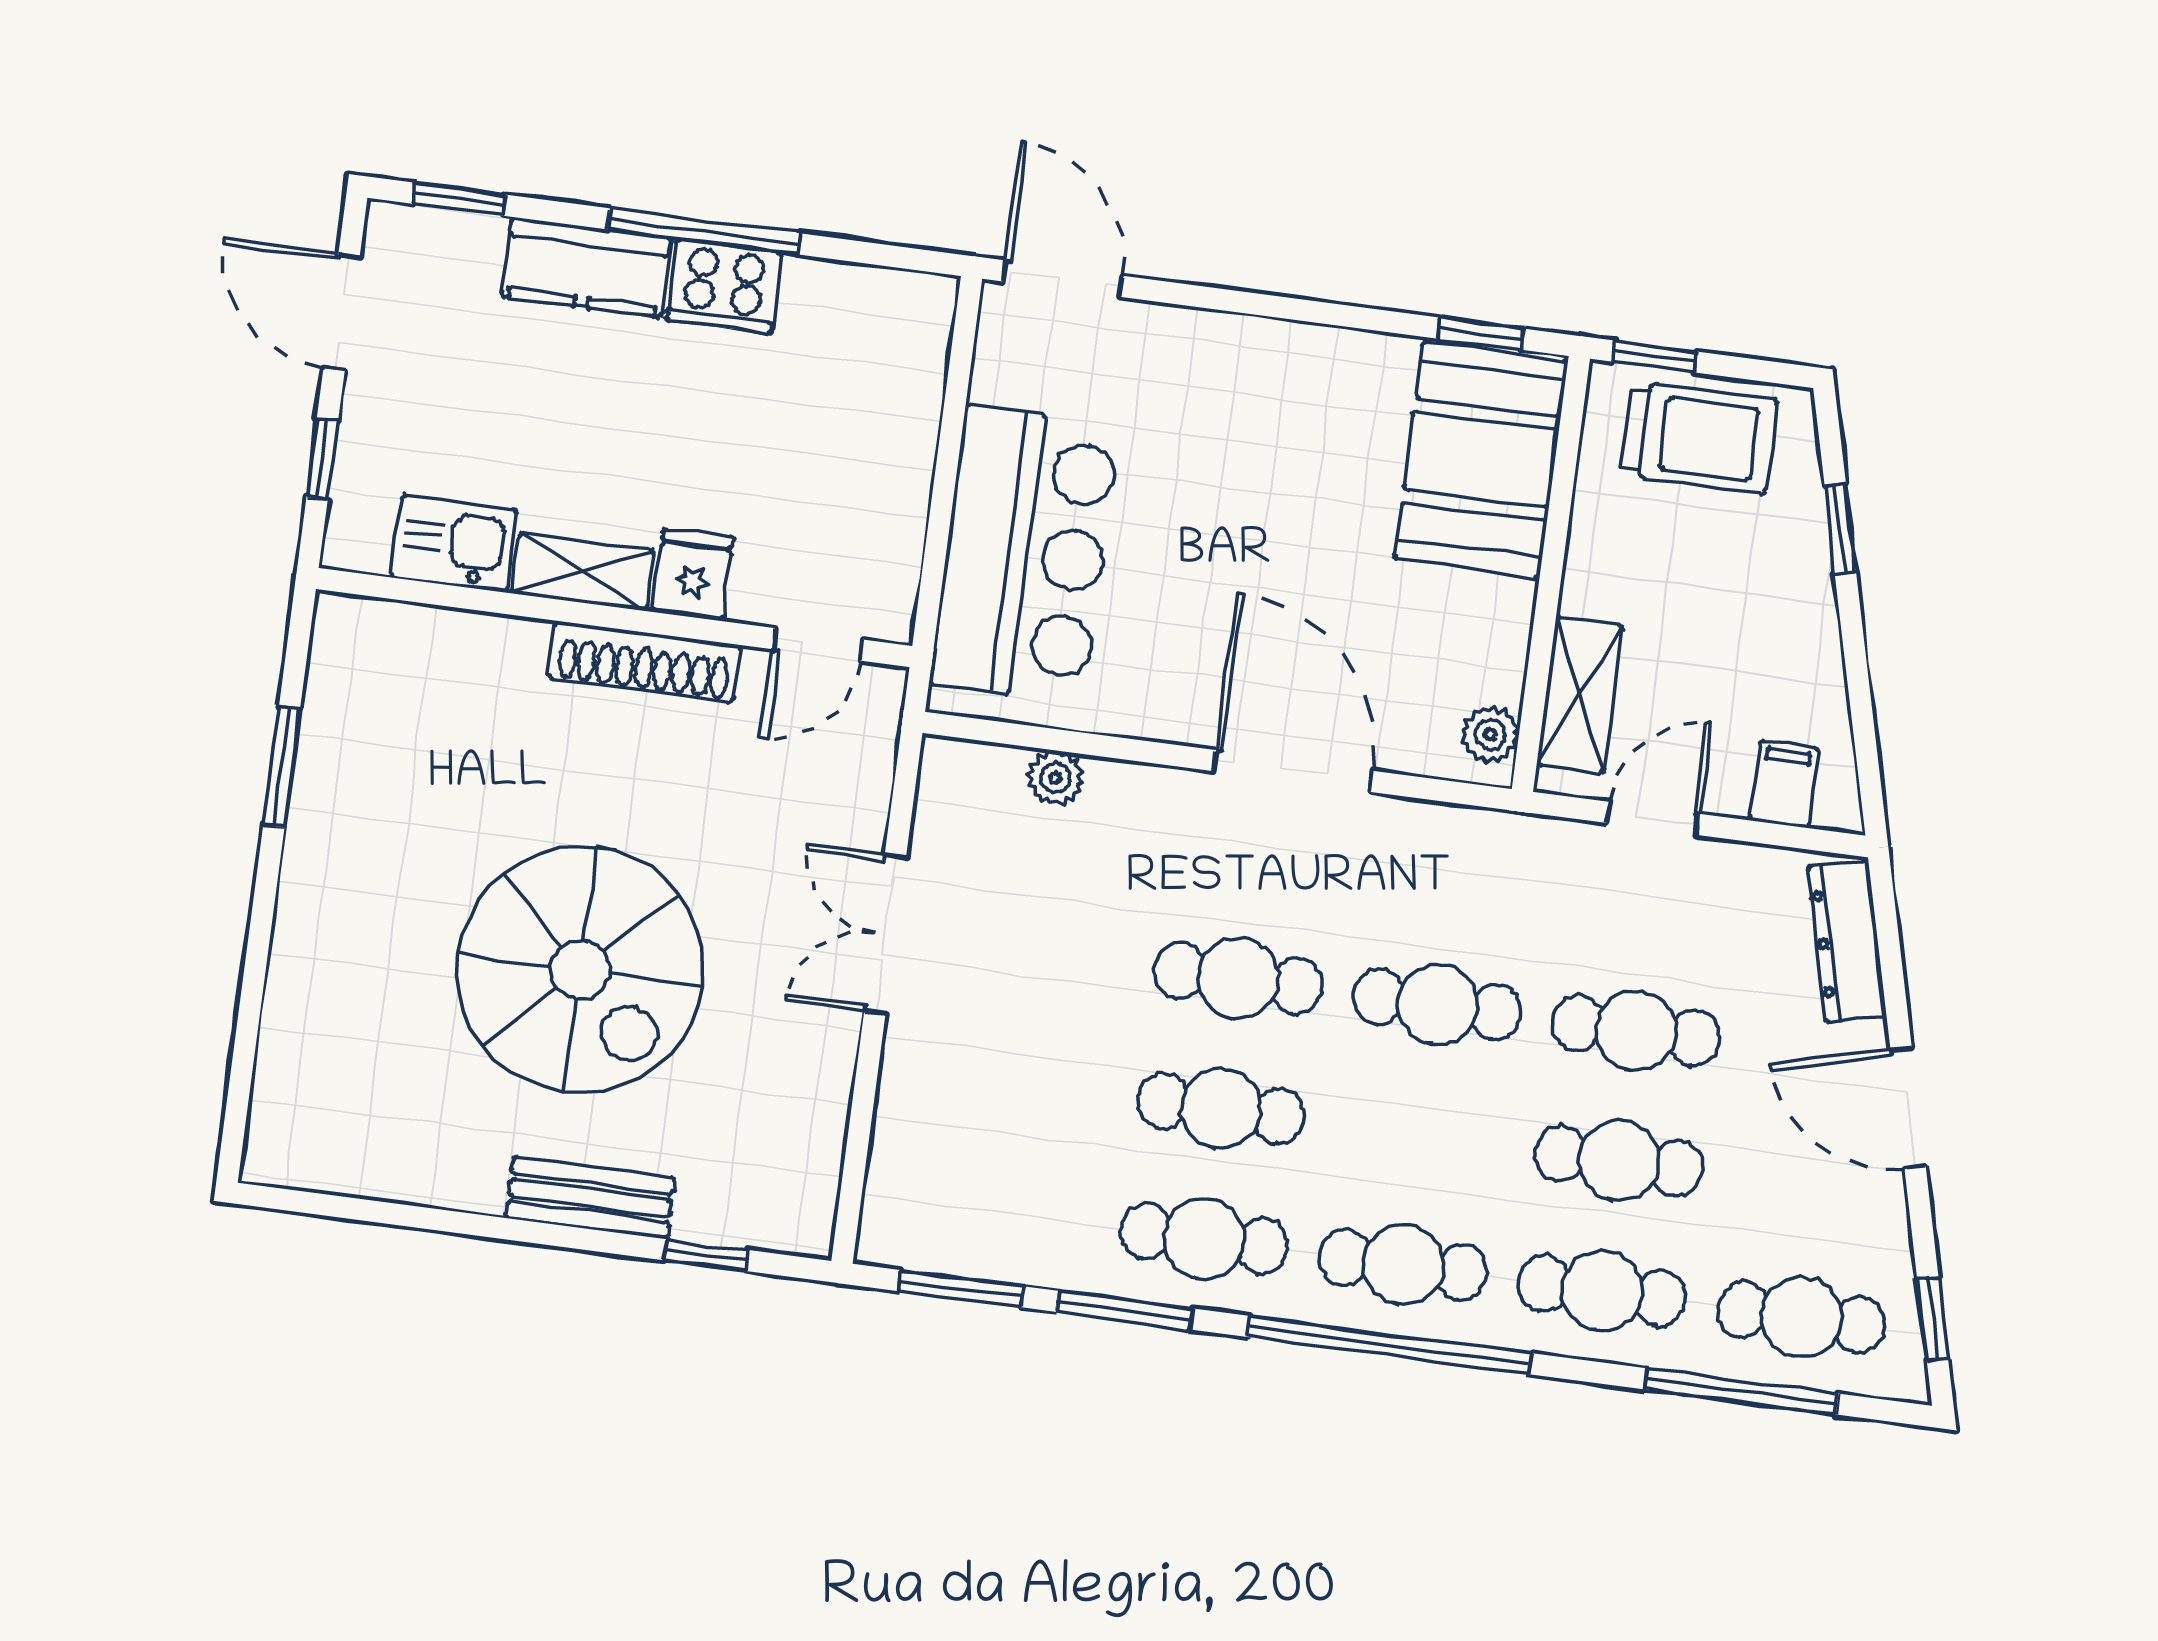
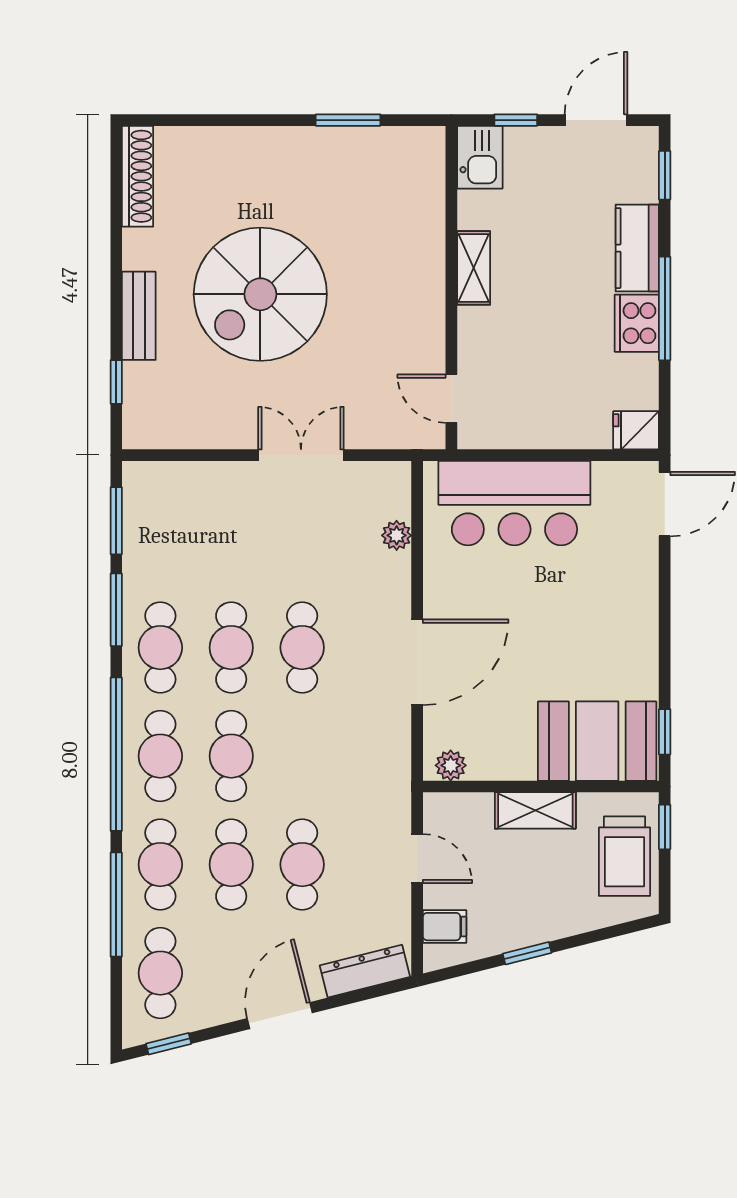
window: (1840, 529) -> (527, 953), moved
kitchen sink: (454, 543) -> (480, 157), moved
fridge: (693, 575) -> (636, 430), moved, turned 180
shoe rack: (644, 661) -> (138, 176), moved, turned 180
shelving: (1580, 695) -> (535, 810), moved
cafe table: (1437, 1004) -> (231, 756), moved
window: (1741, 1391) -> (116, 905), moved

